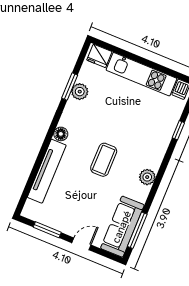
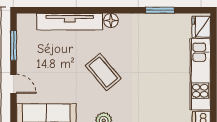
plant: (80, 92) -> (159, 22), removed
coffee table: (104, 160) -> (103, 72), turned 50

